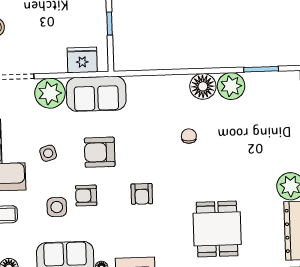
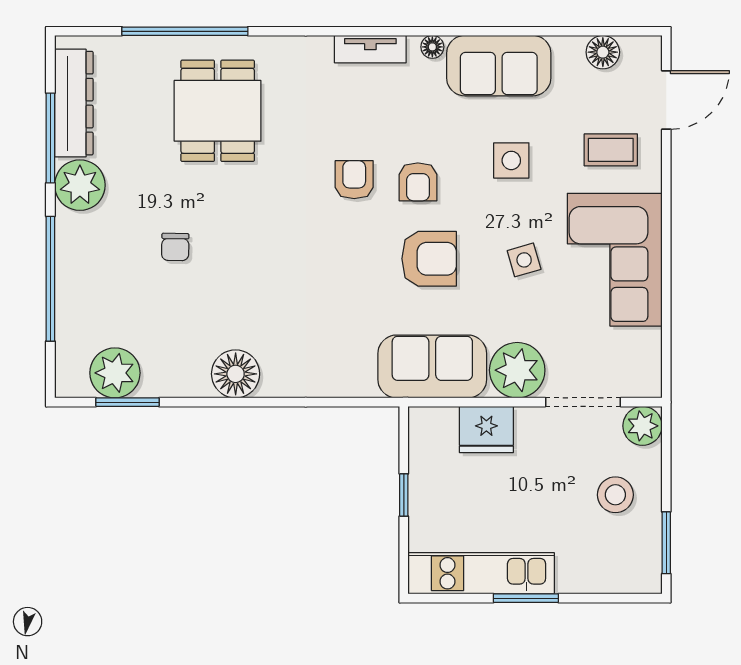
fridge: (82, 60) -> (486, 430), moved
plant: (231, 86) -> (115, 373), moved
chair: (189, 136) -> (175, 247), moved
armchair: (86, 196) -> (418, 182), moved, turned 90

